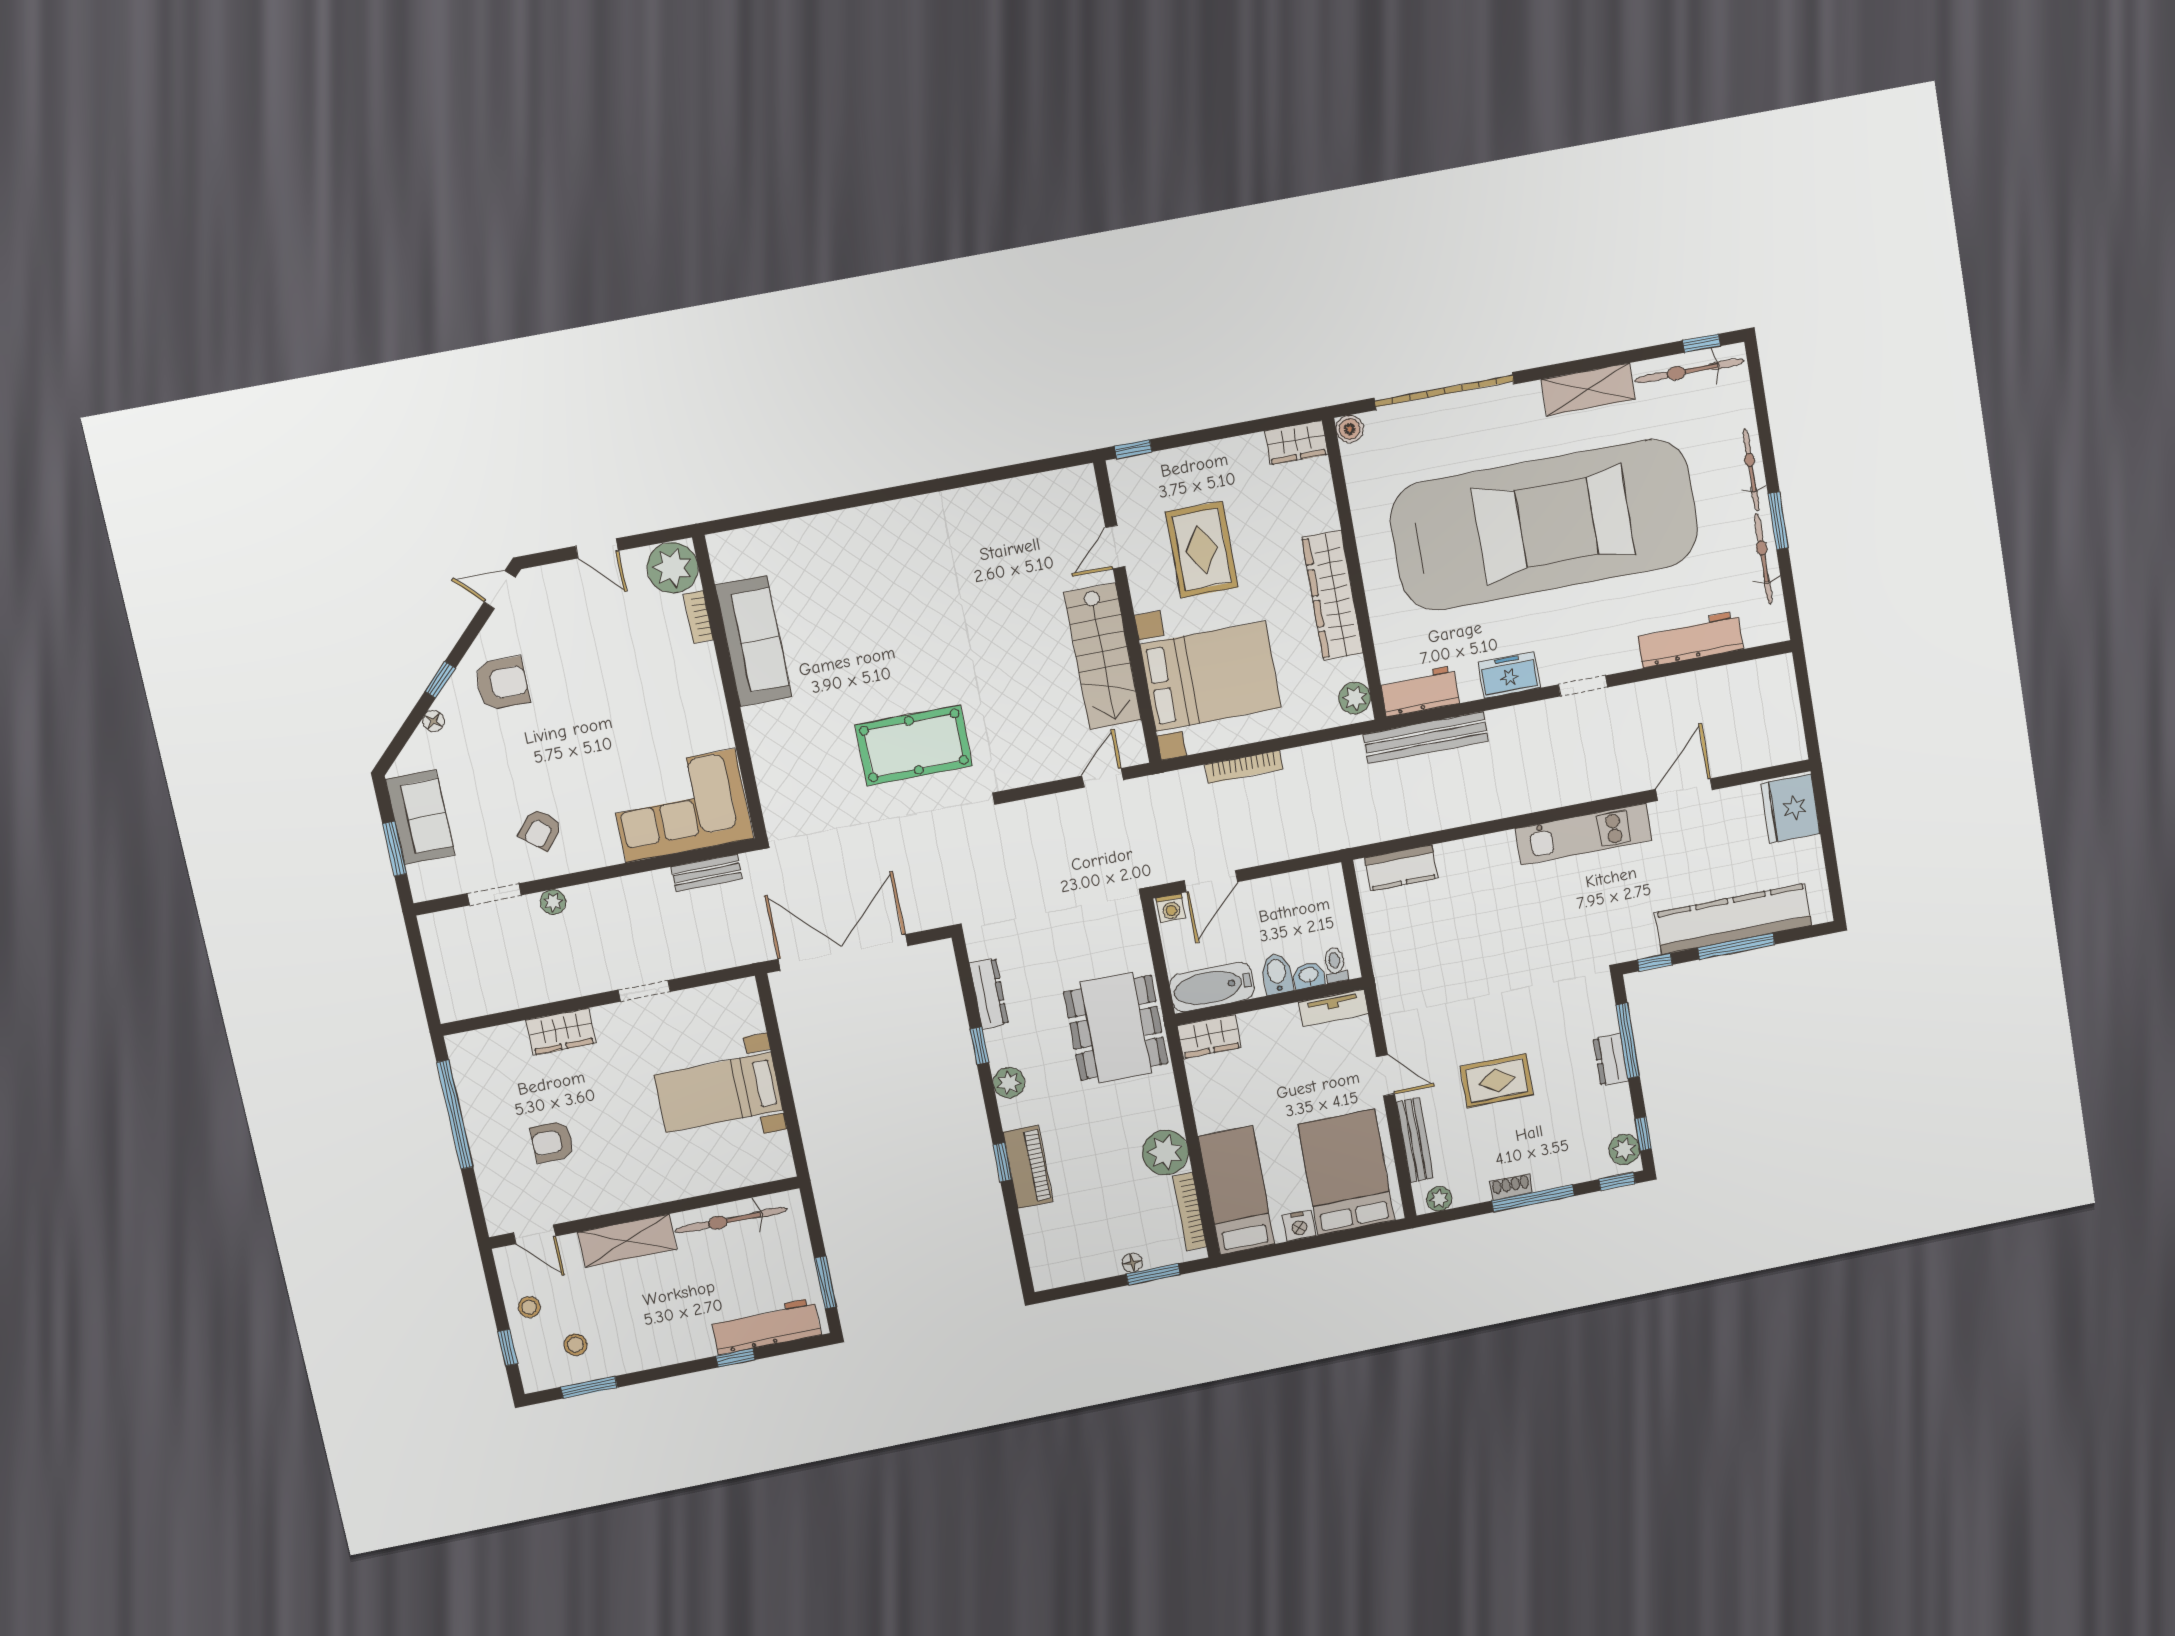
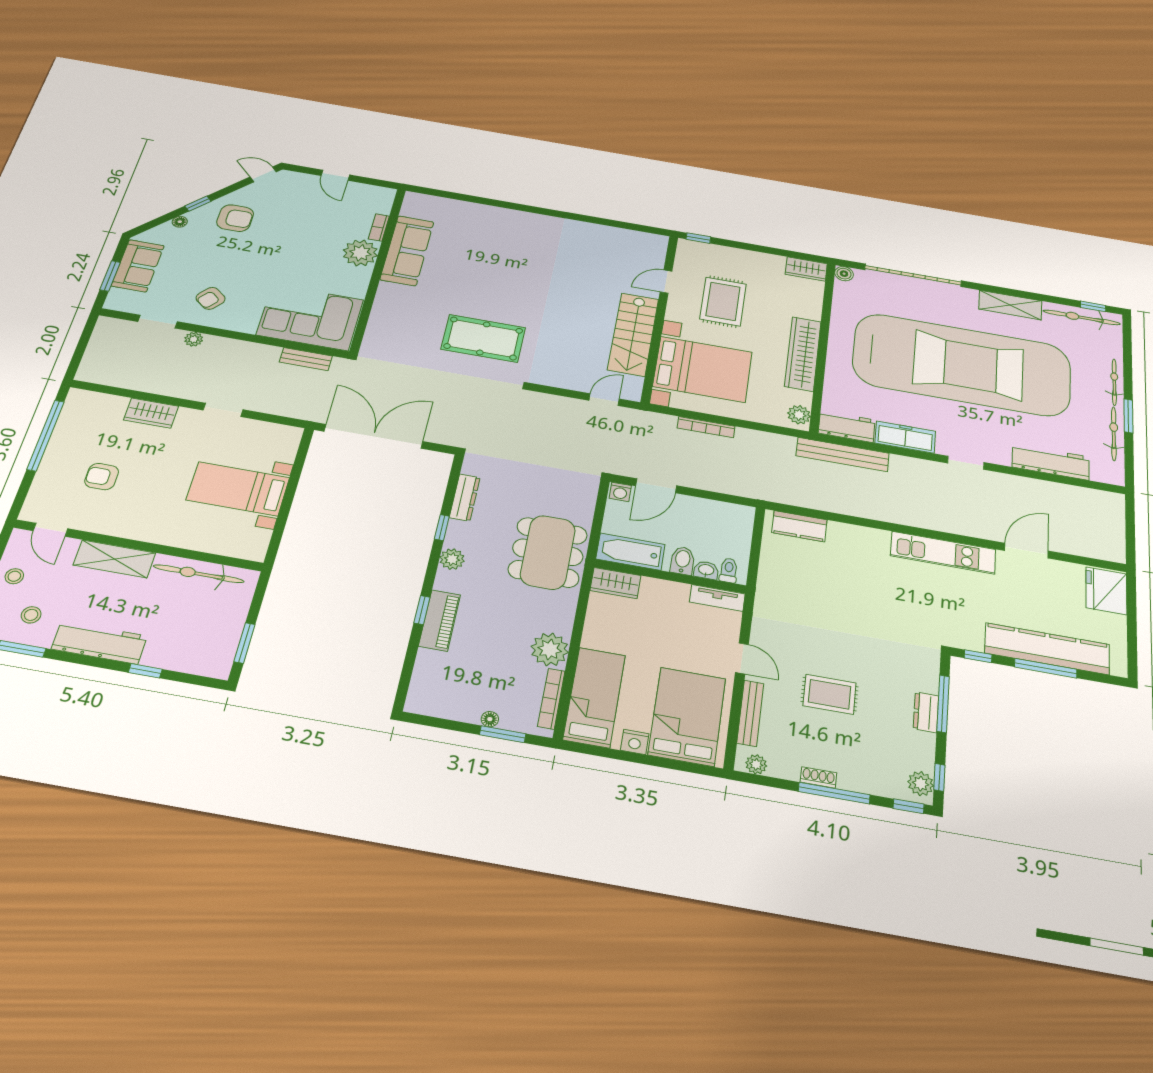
plant: (673, 568) -> (360, 253), moved
freezer: (1509, 675) -> (905, 437), width x1.40
workbench: (766, 1326) -> (99, 642), moved

